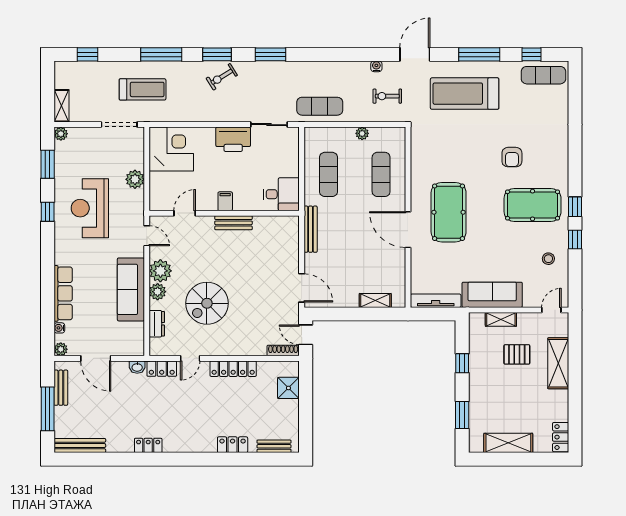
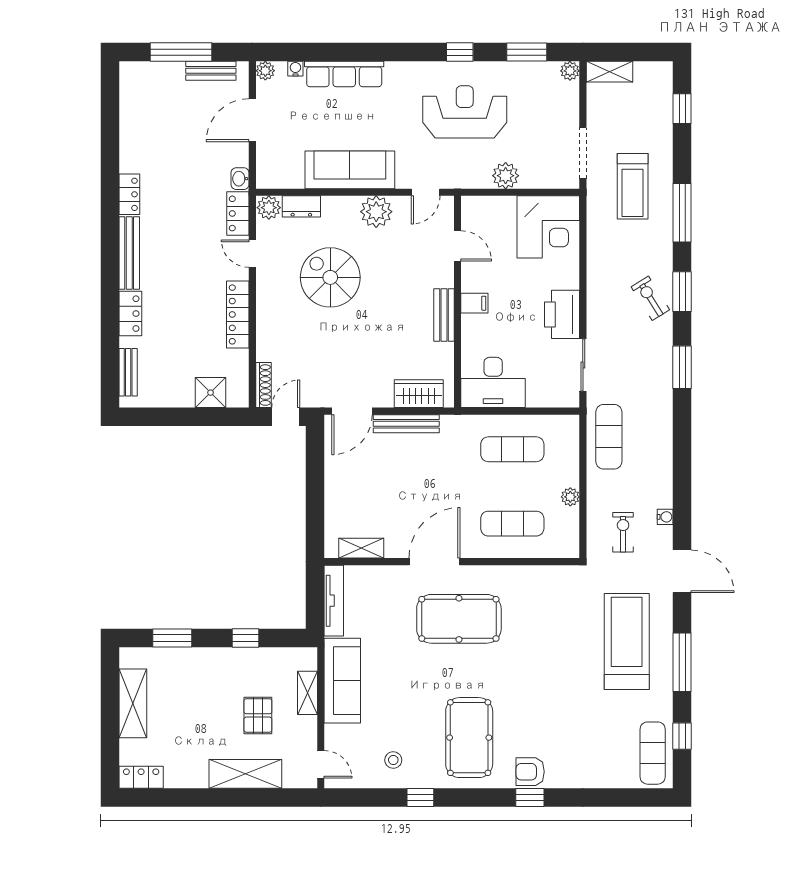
armchair: (512, 157) -> (530, 772), moved
desk: (281, 194) -> (493, 382), width x1.37
window: (575, 207) -> (530, 798), moved
bench: (311, 229) -> (406, 424), moved
wardrobe: (289, 241) -> (419, 394), added
plant: (158, 292) -> (269, 208), moved
shelving: (375, 300) -> (361, 548), moved, turned 90
bench: (80, 446) -> (129, 253), moved

